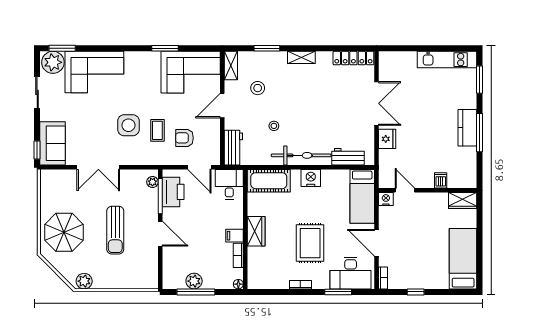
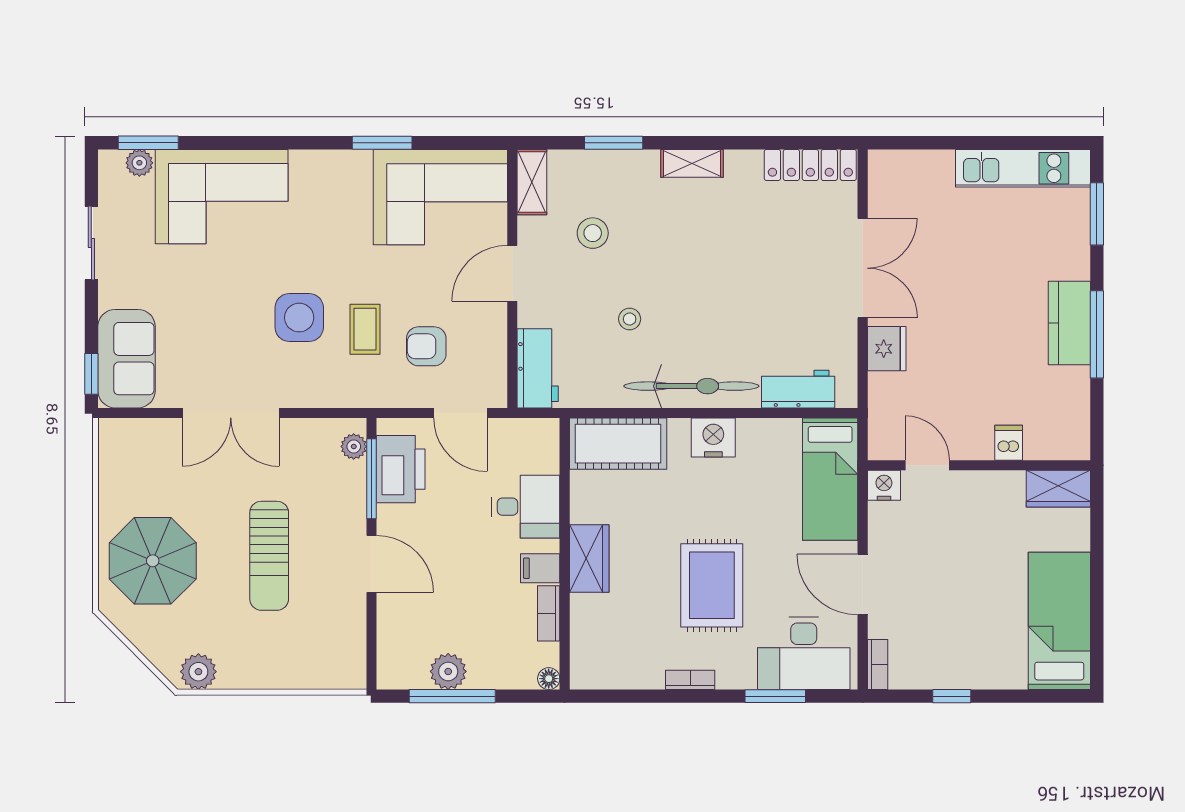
plant: (53, 62) -> (139, 163), width x0.53, depth x0.53
desk: (229, 184) -> (526, 507), moved, turned 90

